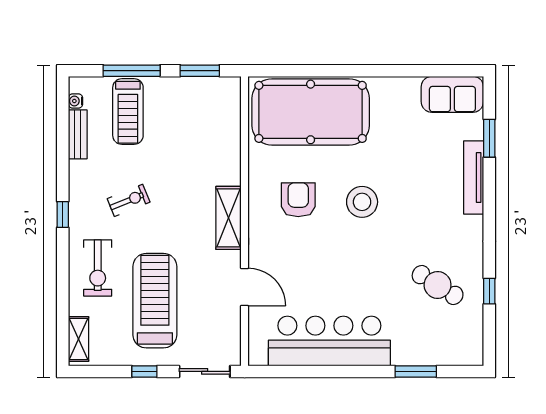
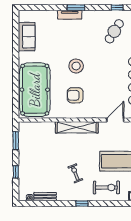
window: (132, 71) -> (16, 172), width x0.46
sofa: (452, 94) -> (27, 37), moved
treadmill: (128, 112) -> (35, 174), removed
window: (489, 138) -> (76, 8), moved
tv unit: (474, 177) -> (70, 15), width x0.71
shelving: (229, 218) -> (77, 127), width x1.47

